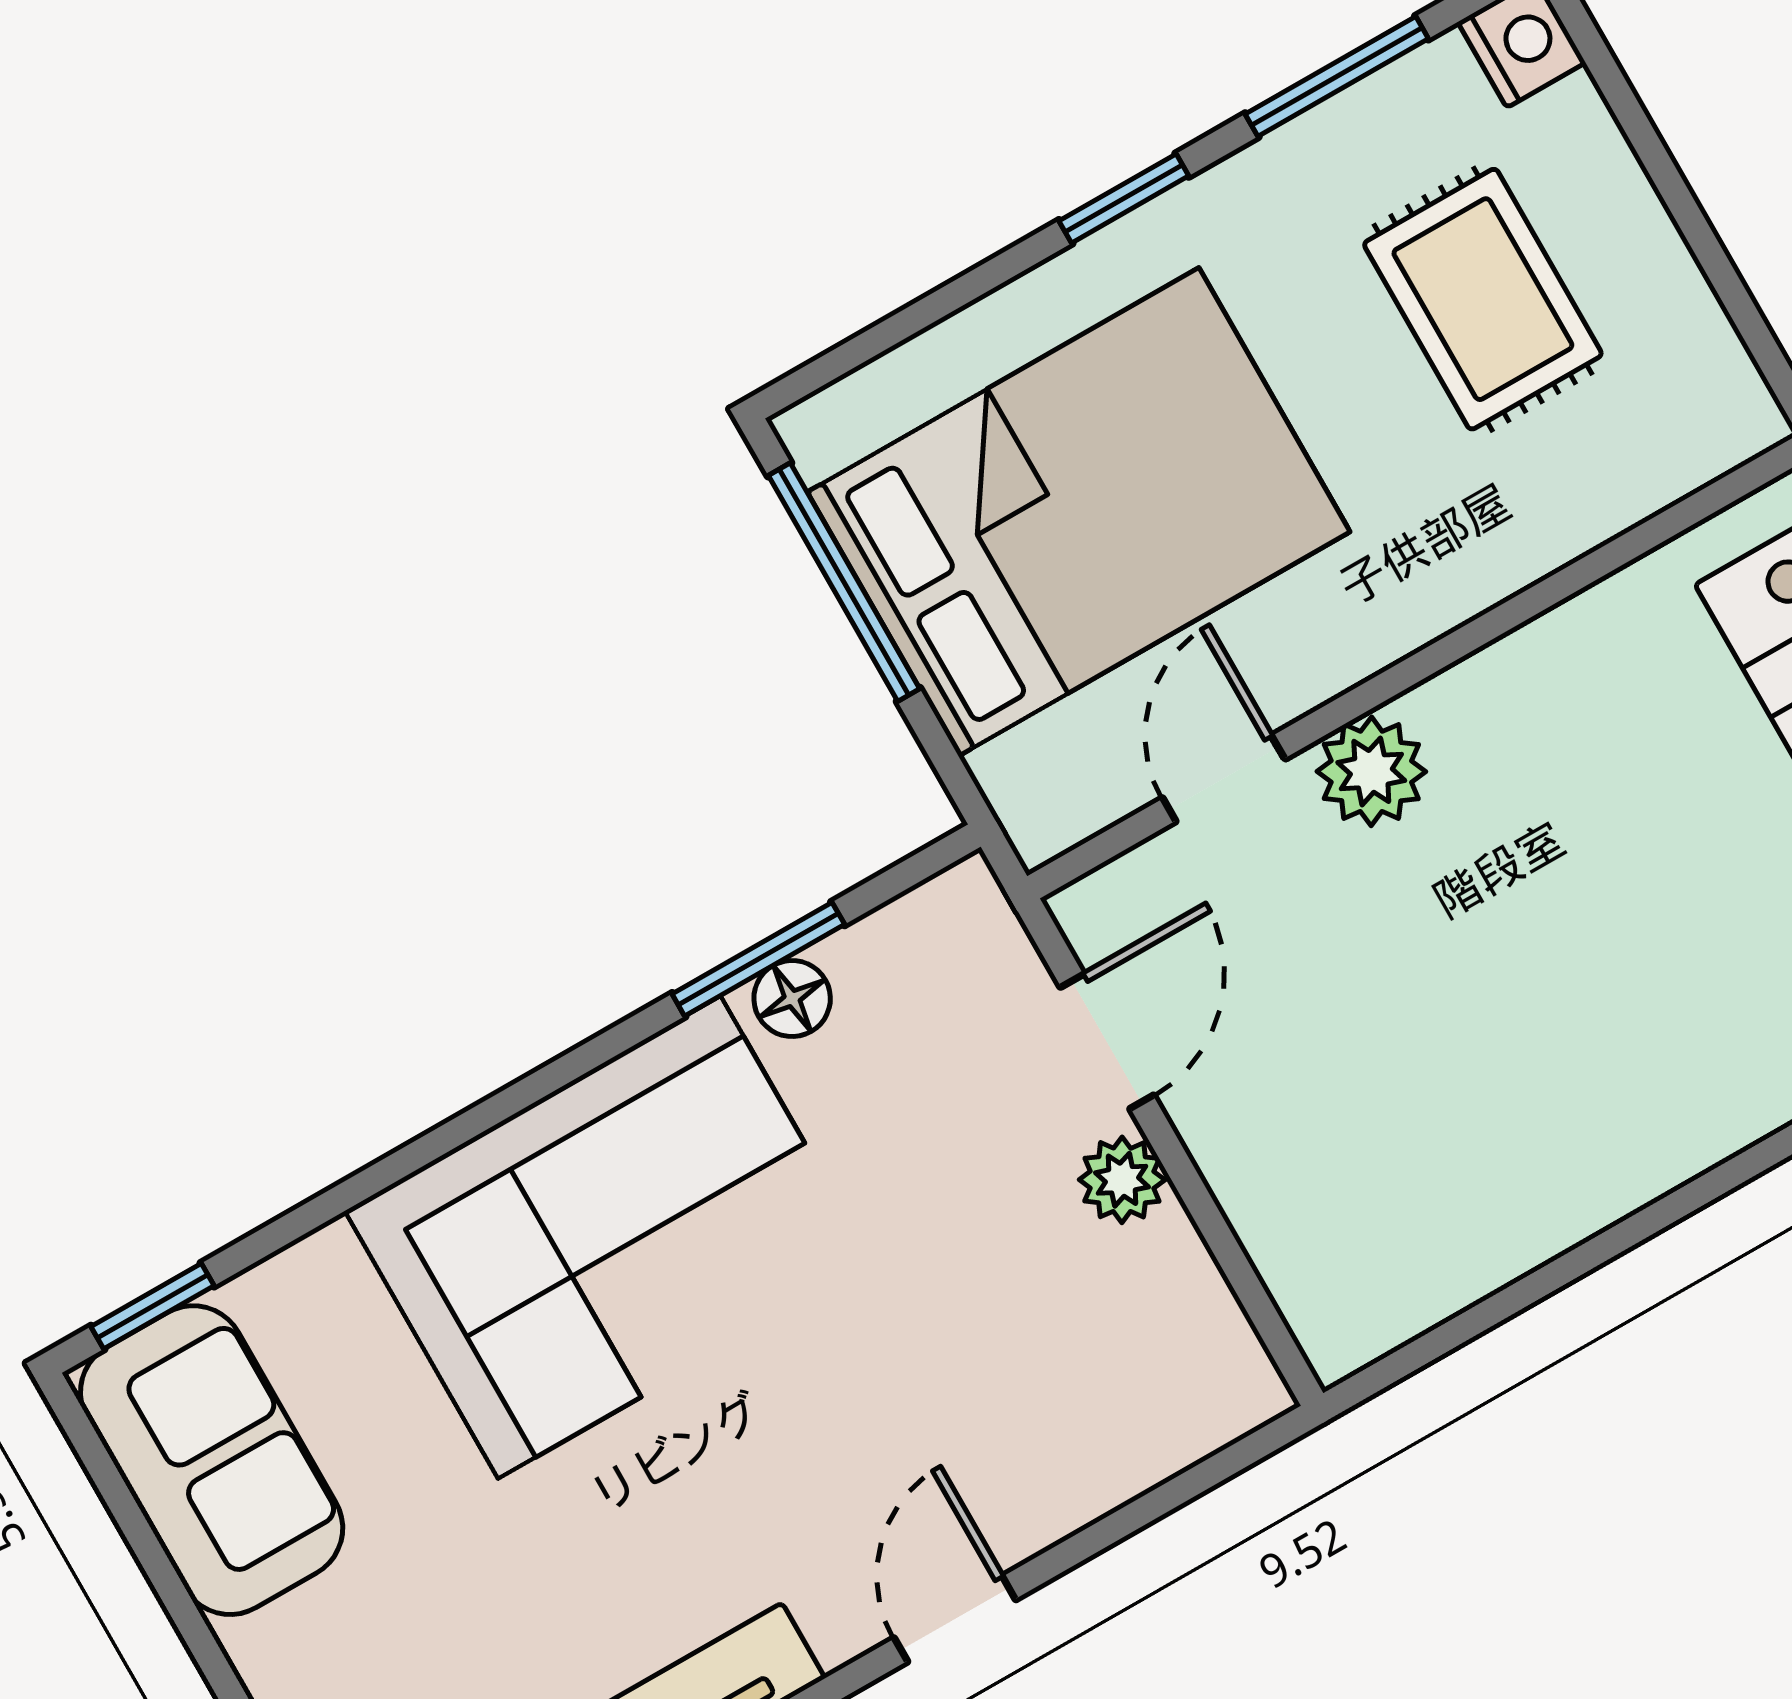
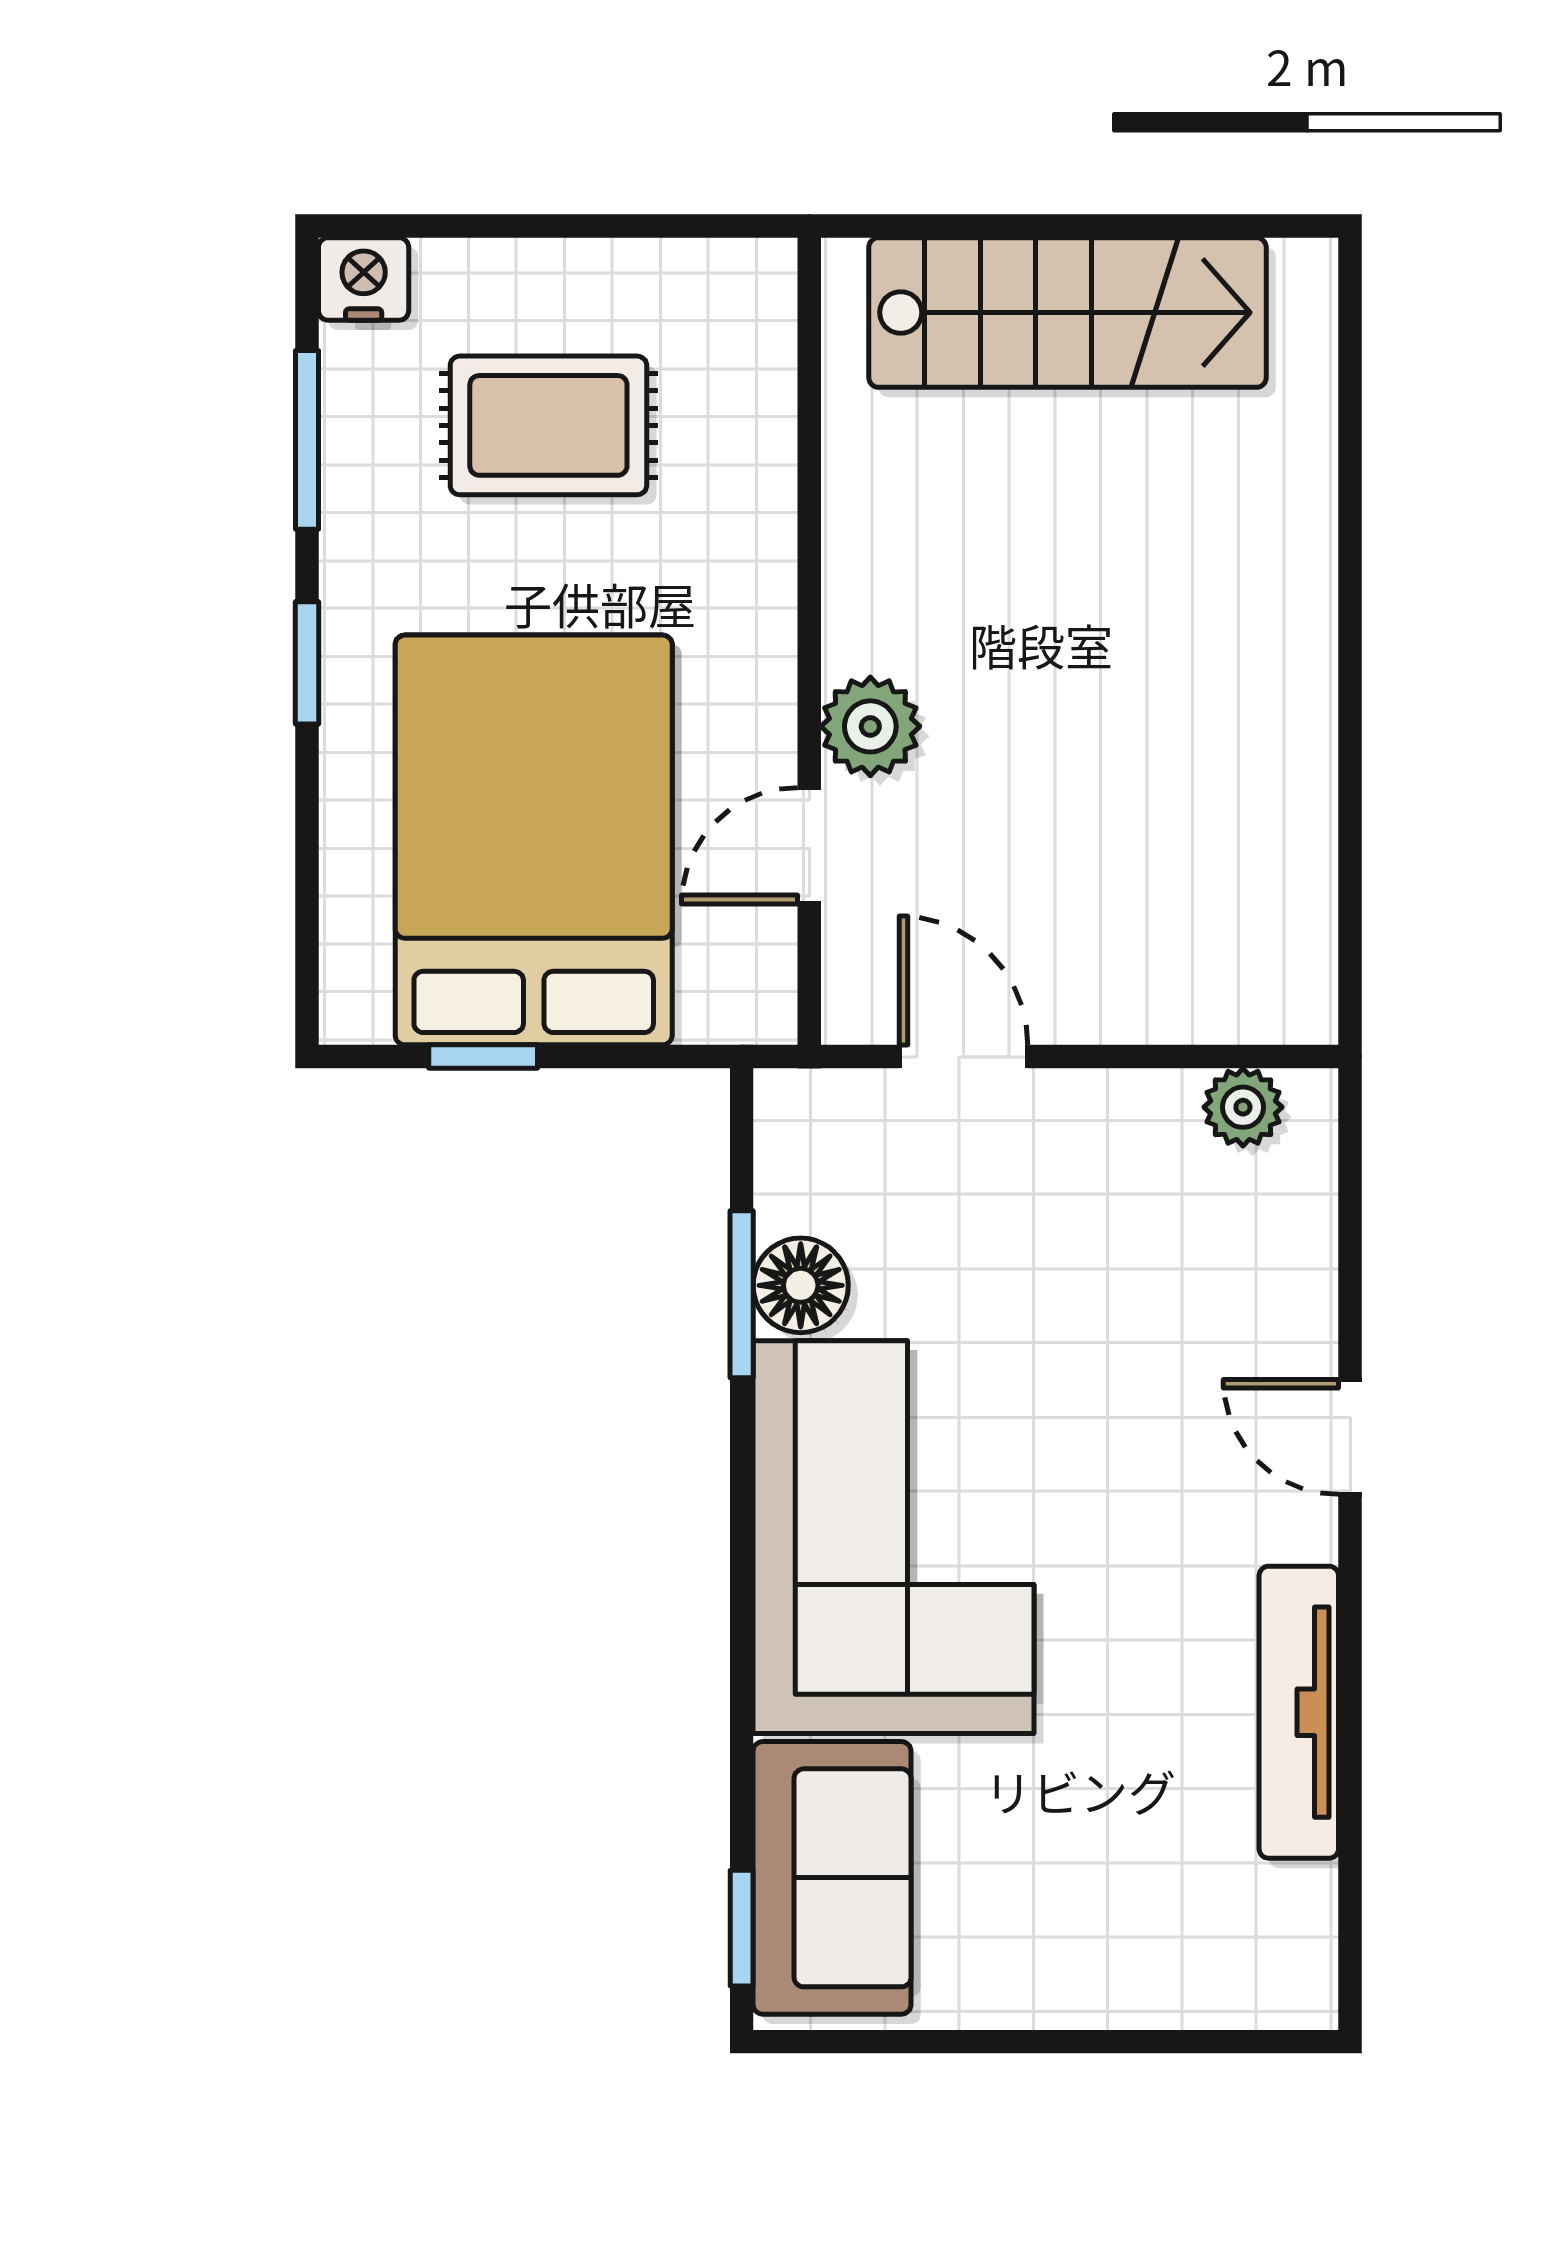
window: (844, 582) -> (483, 1057), width x0.46
door: (1224, 778) -> (809, 846), hinge flipped
floor lamp: (792, 998) -> (801, 1285), width x1.37, depth x1.37
plant: (1122, 1180) -> (1243, 1107), moved
sofa: (212, 1460) -> (832, 1878), moved, turned 90

